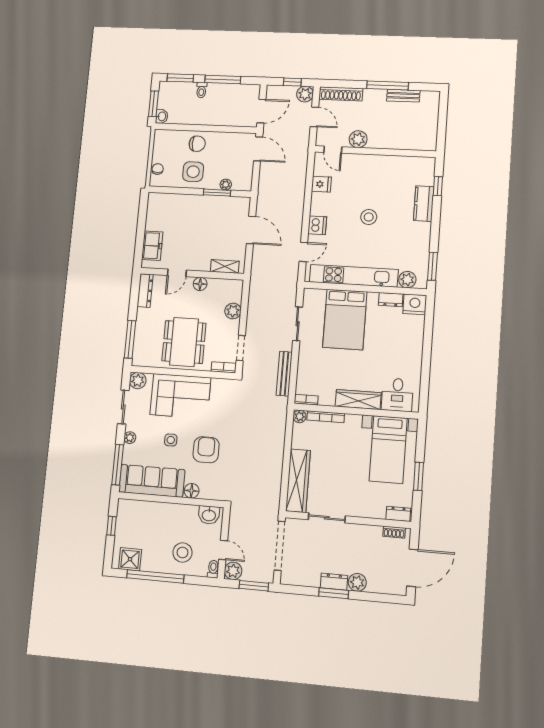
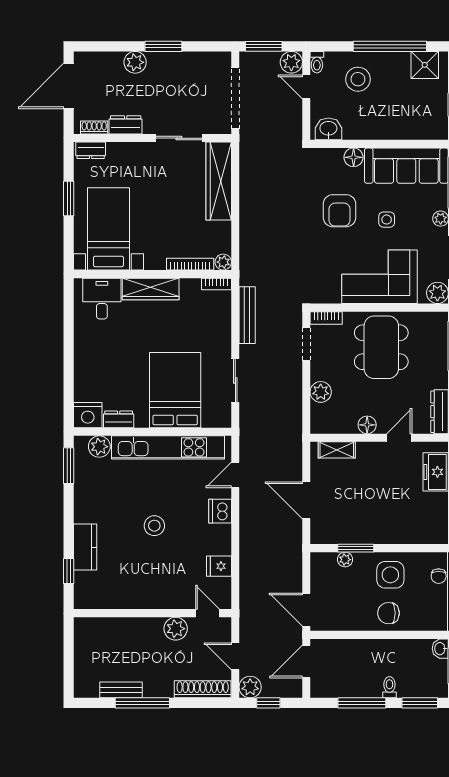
dresser: (334, 582) -> (126, 125), moved, turned 180

